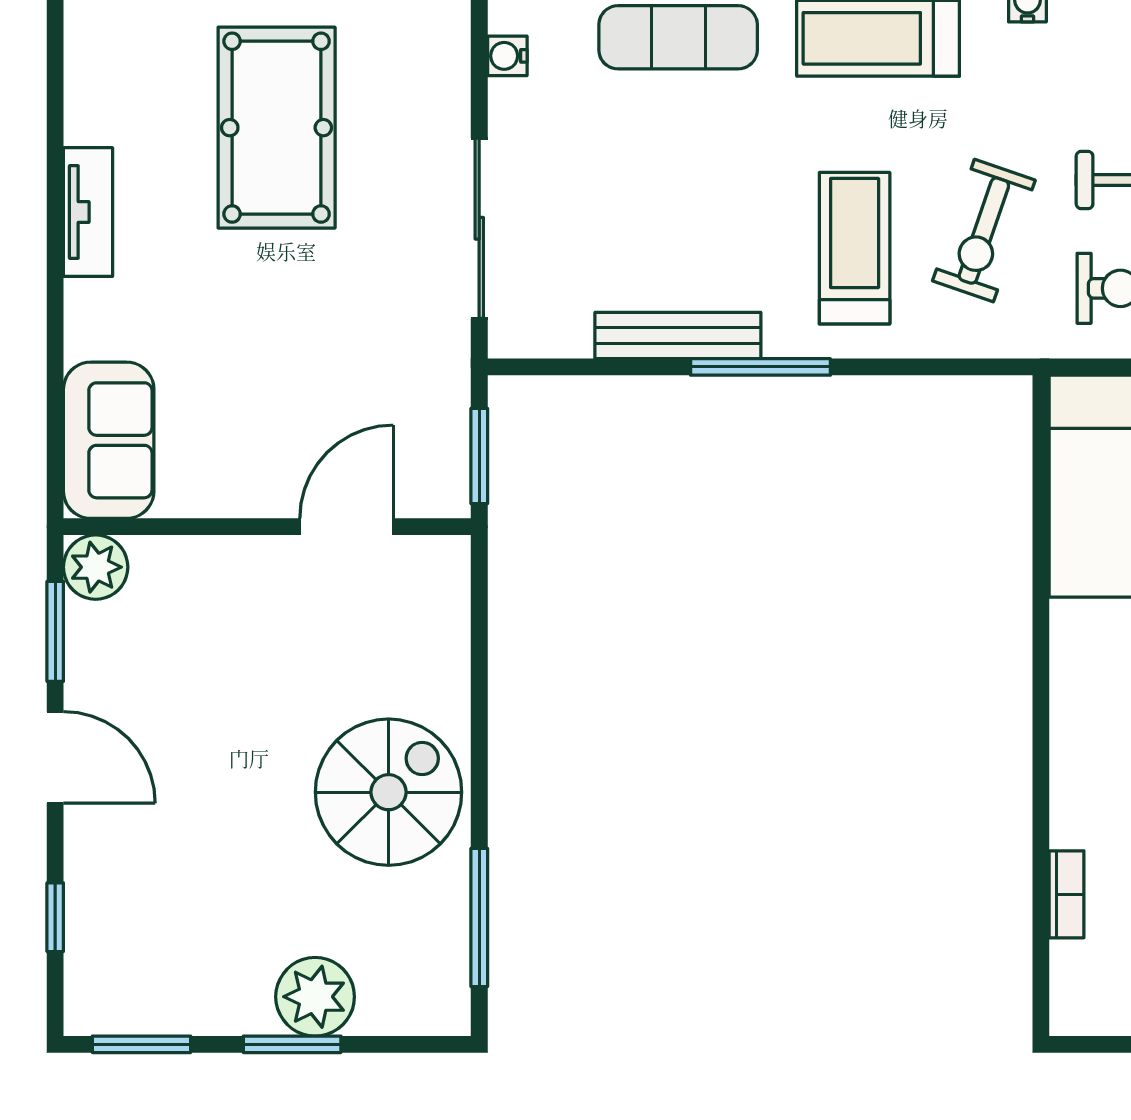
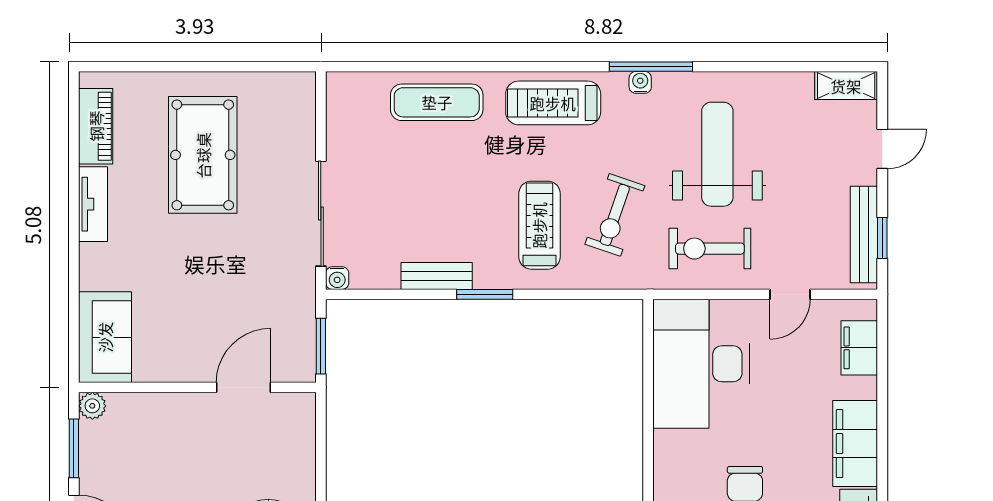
water cooler: (507, 56) -> (337, 278), moved, turned -90
piano: (93, 78) -> (96, 126), added
bench: (678, 335) -> (437, 276), width x0.73
window: (761, 367) -> (485, 294), width x0.69
plant: (96, 567) -> (92, 406), width x0.73, depth x0.73

